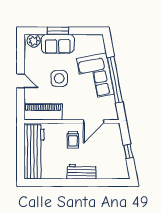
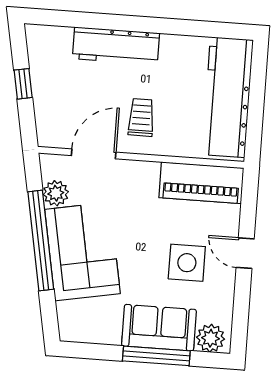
window: (58, 31) -> (156, 356), width x1.44
side table: (59, 78) -> (187, 263), moved
plant: (110, 102) -> (56, 193), added
workbench: (82, 172) -> (116, 46), width x1.38

